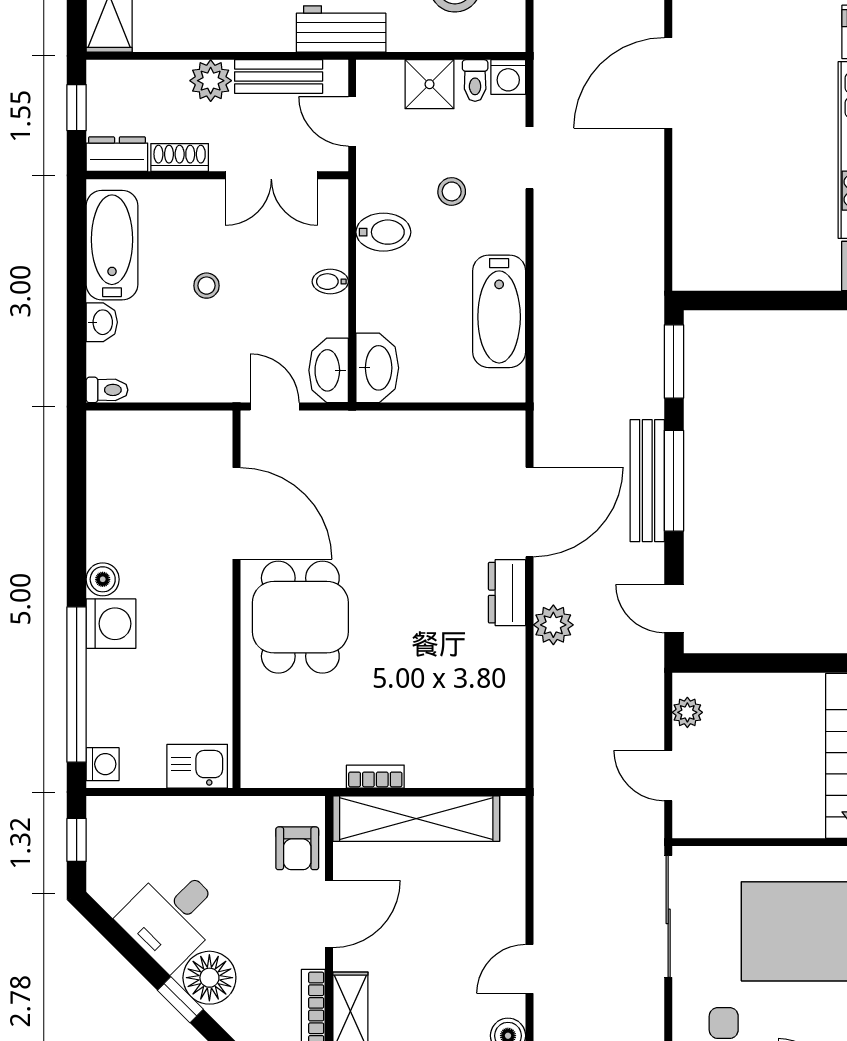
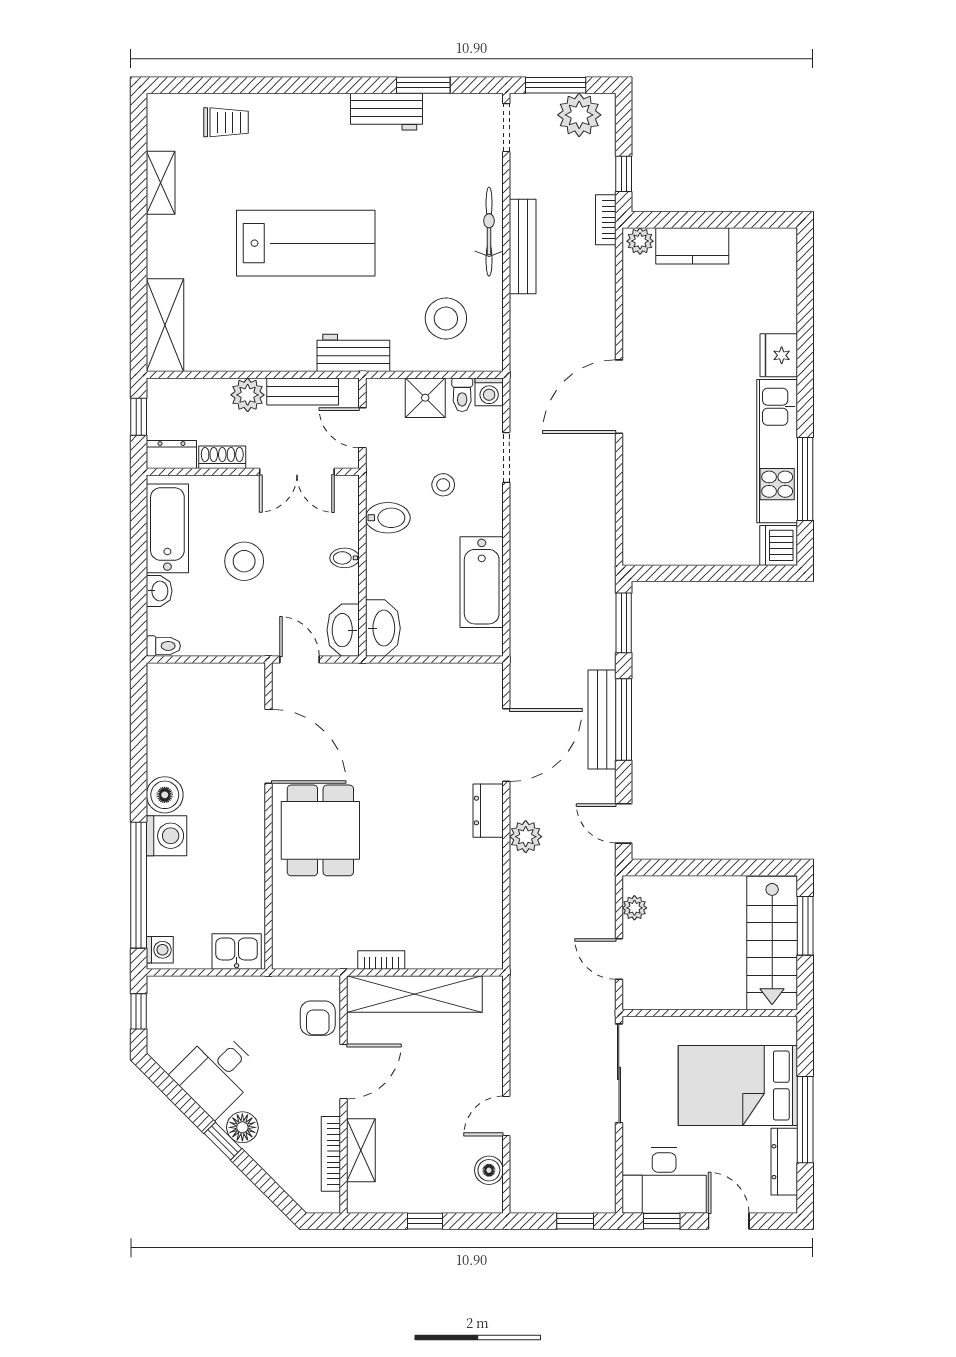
stool: (207, 286) -> (244, 561), width x1.89, depth x1.89
boiler: (103, 579) -> (165, 795), width x1.36, depth x1.36
floor lamp: (209, 978) -> (242, 1127), width x0.73, depth x0.73

